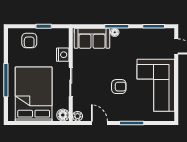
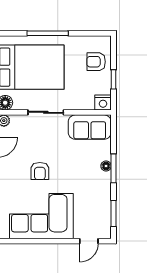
sofa: (92, 38) -> (90, 127), moved, turned -90
nightstand: (63, 55) -> (103, 102), moved

